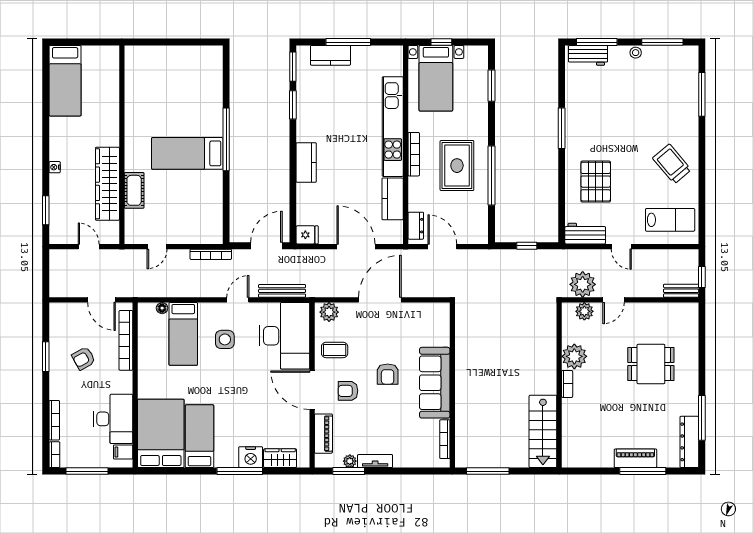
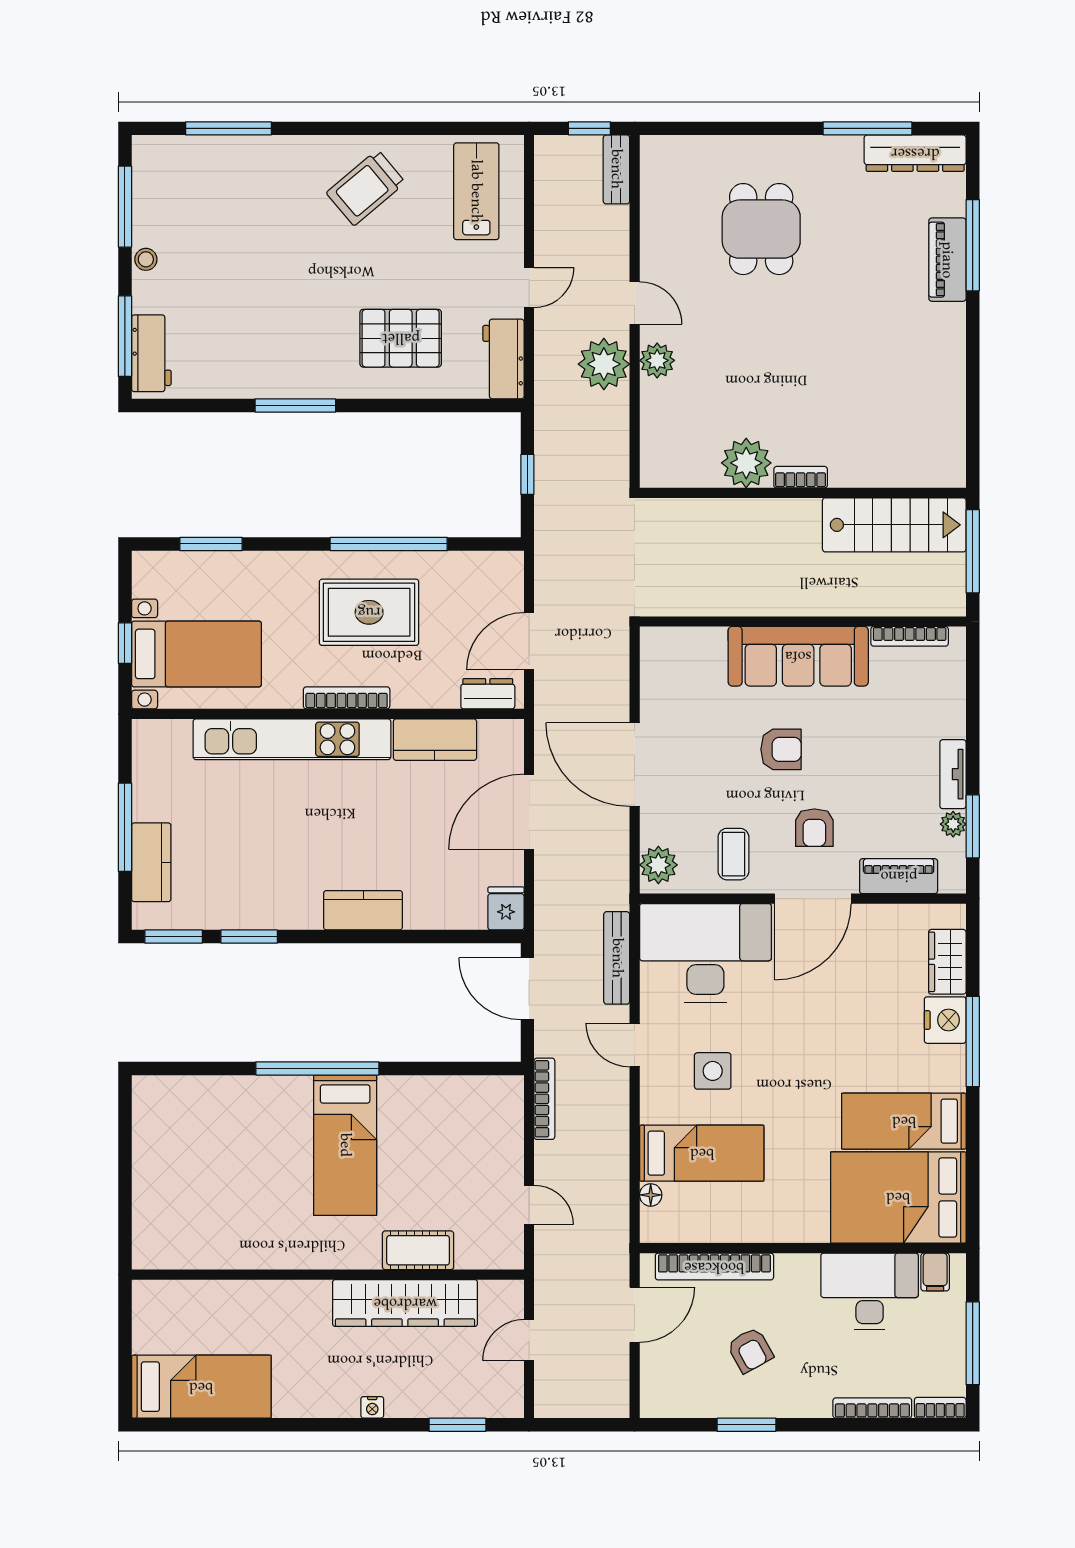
plant: (574, 356) -> (746, 463), moved
bookcase: (567, 384) -> (801, 477), moved
wall: (559, 385) -> (803, 493), moved
stairs: (543, 431) -> (894, 525), moved

